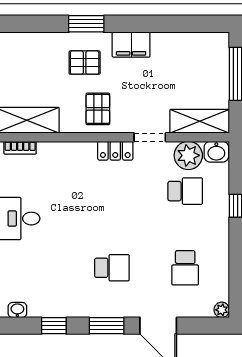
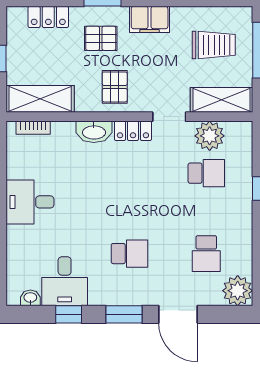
locker: (35, 42) -> (48, 17), added
trolley: (192, 69) -> (214, 45), added
washbasin: (216, 152) -> (94, 132), moved, width x1.38
desk: (50, 294) -> (65, 281), added
plant: (222, 310) -> (238, 291), width x1.88, depth x1.88

